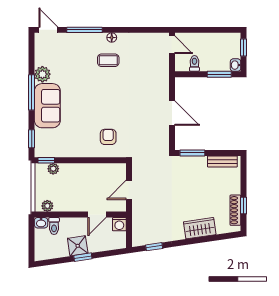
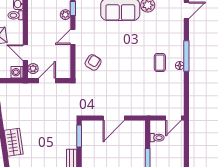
window: (84, 30) -> (186, 56), moved
armchair: (108, 137) -> (93, 62), turned -58
door: (79, 160) -> (73, 37), added
door: (129, 190) -> (47, 81), hinge flipped
plant: (47, 206) -> (33, 69), moved

